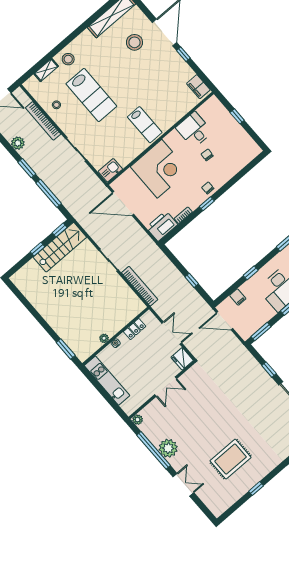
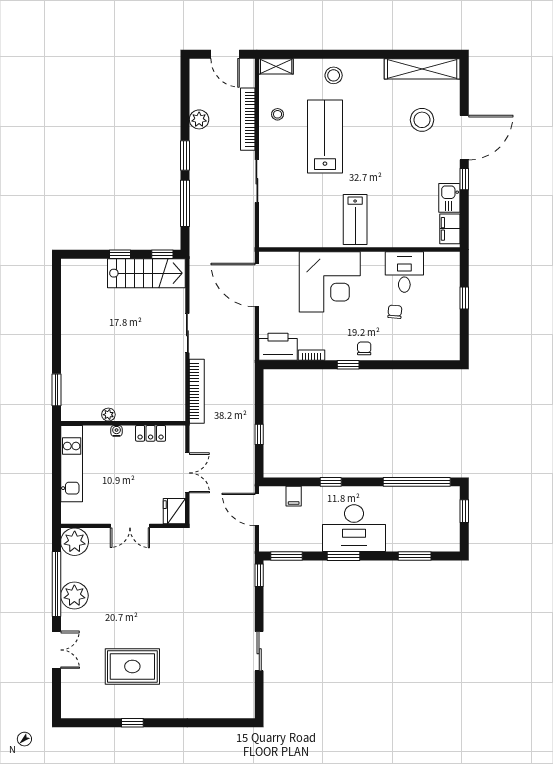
shelving: (46, 70) -> (276, 66), moved
lab bench: (91, 95) -> (325, 137), turned 180
kitchen sink: (110, 170) -> (449, 198), moved, turned -90
window: (269, 370) -> (259, 575), moved
plant: (138, 420) -> (75, 542), width x1.87, depth x1.87

